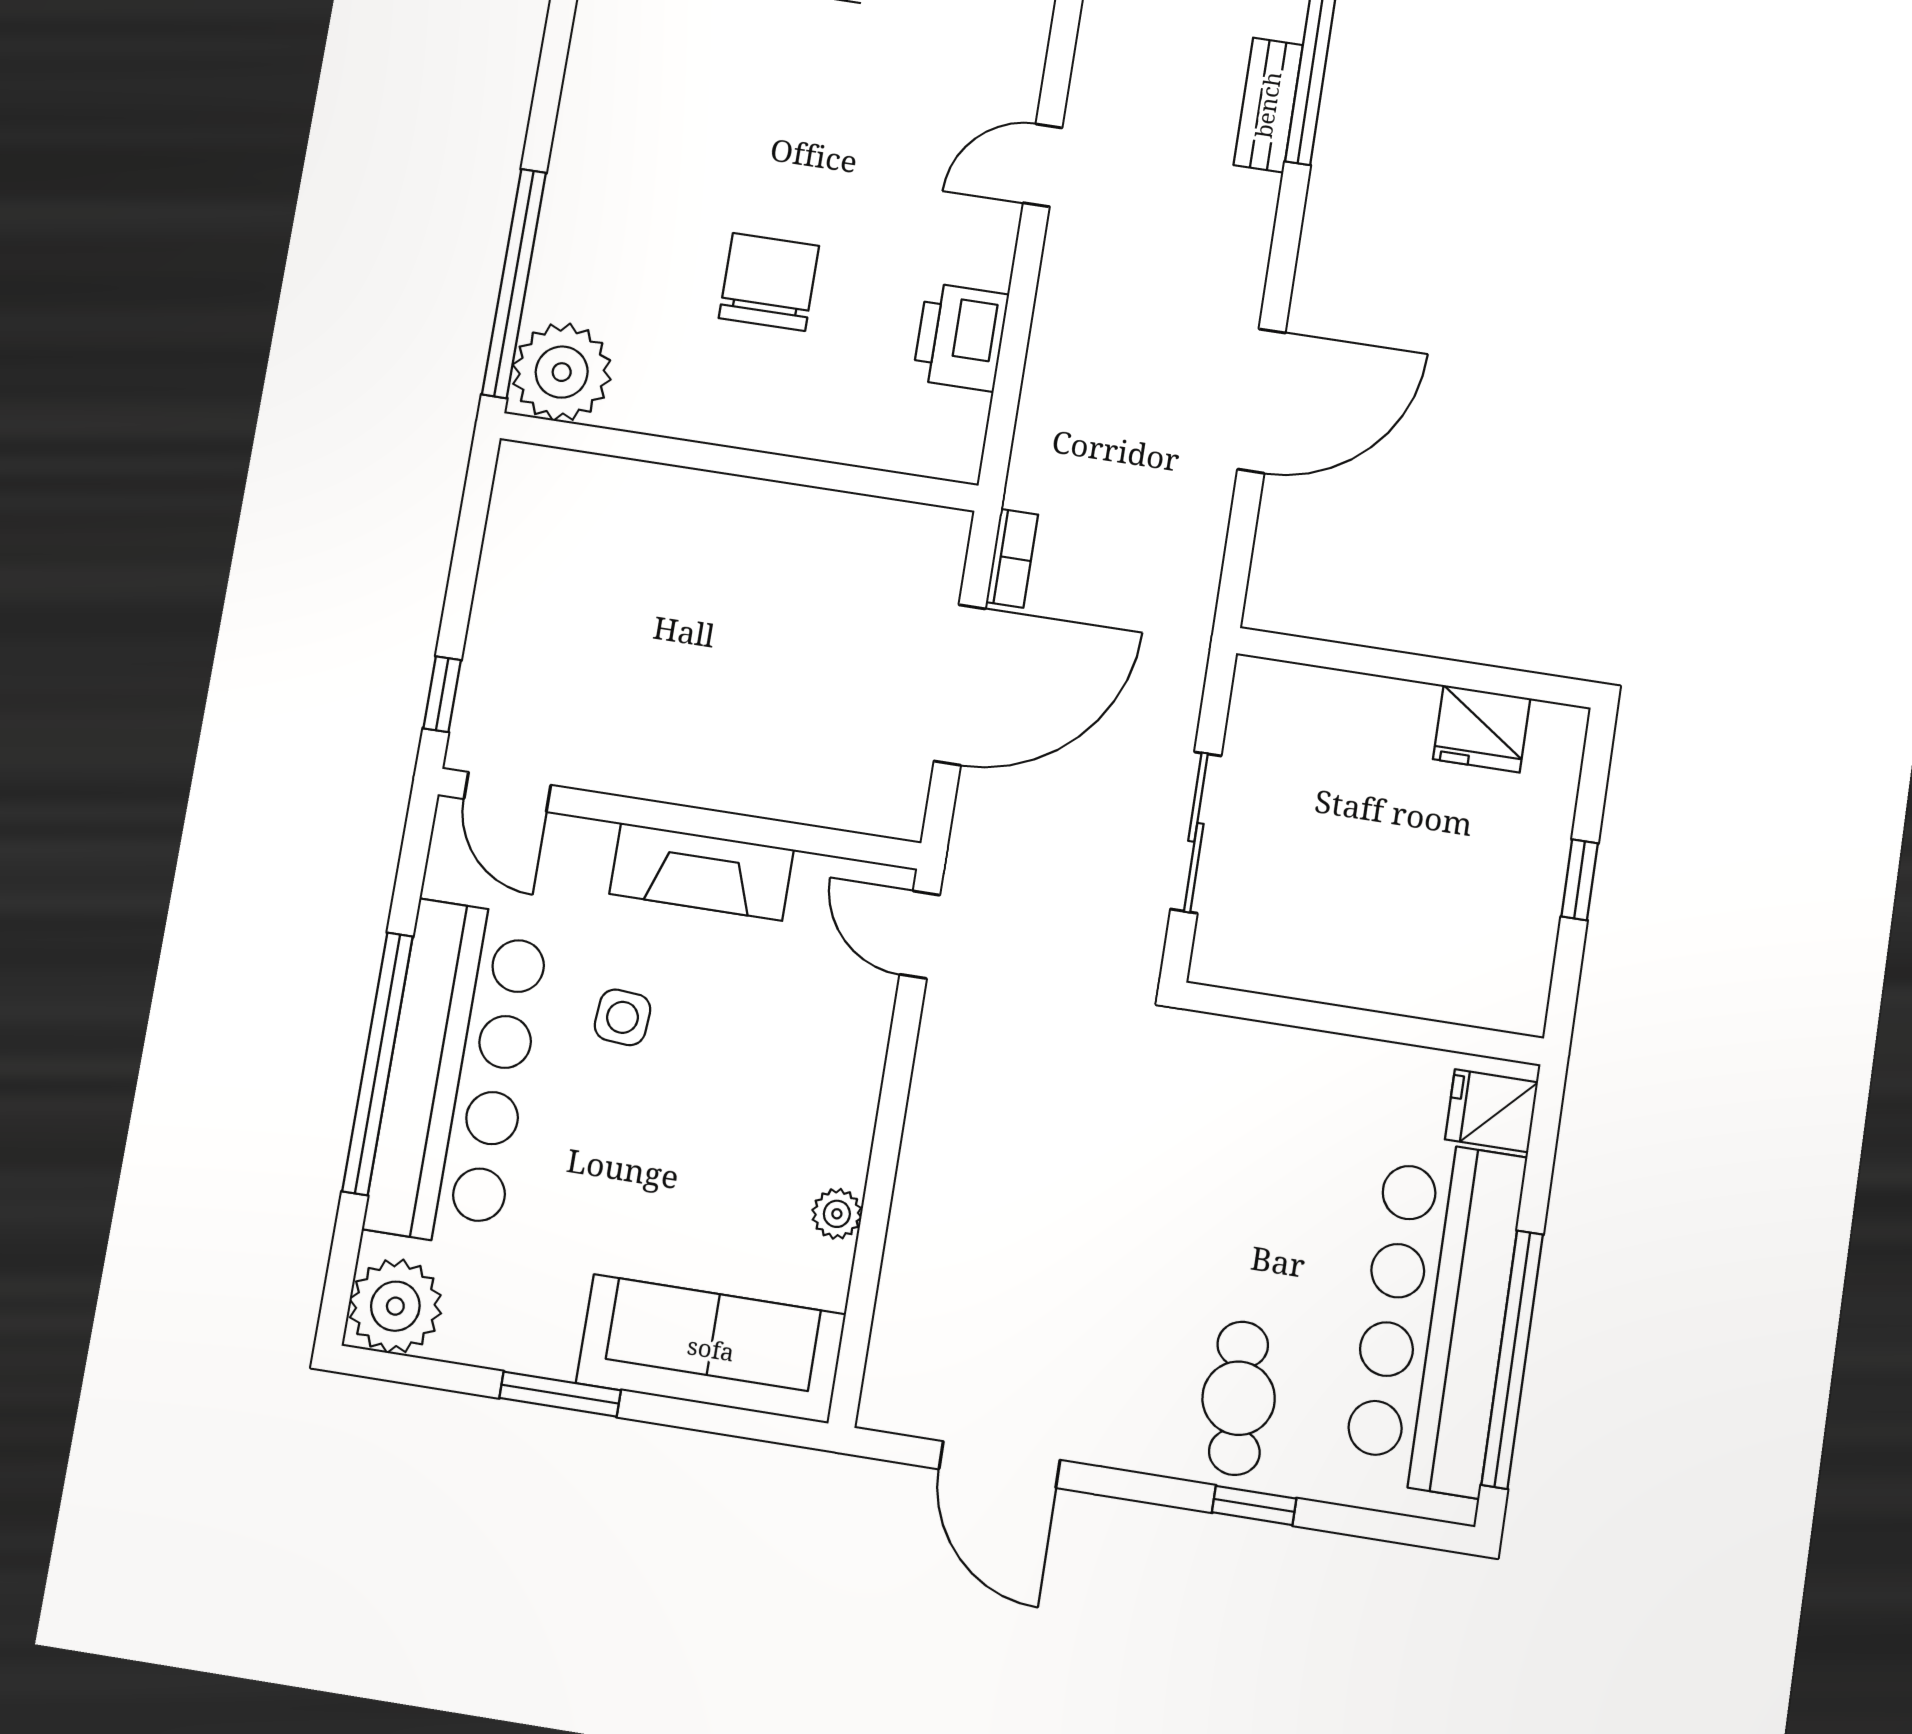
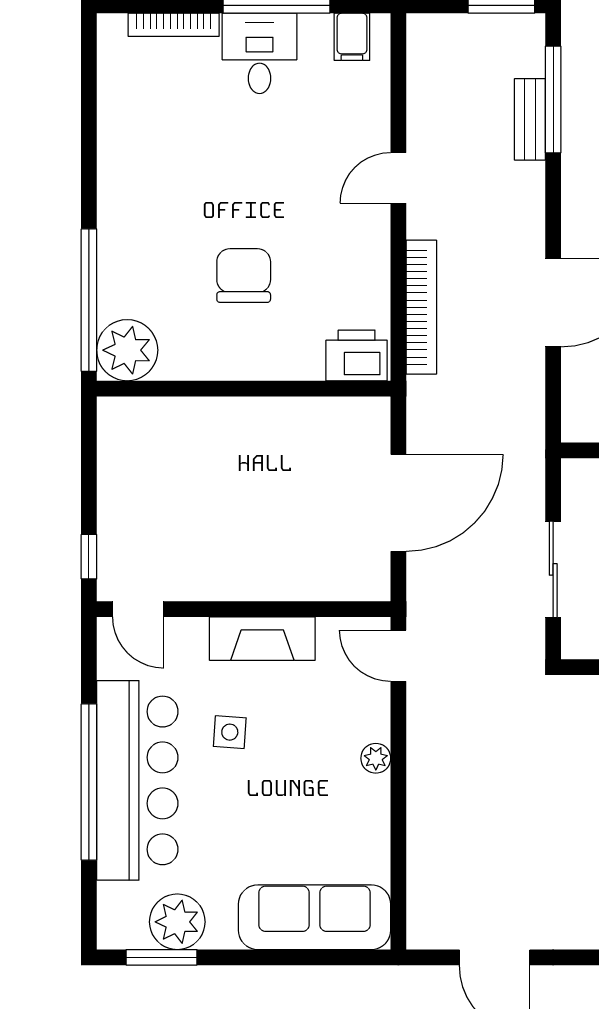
printer: (961, 337) -> (357, 355), moved, turned 90
bookcase: (1012, 558) -> (421, 307), moved, width x2.31, depth x1.31
plant: (837, 1214) -> (376, 758), moved
plant: (395, 1306) -> (177, 922), moved
window: (560, 1394) -> (162, 957), moved

